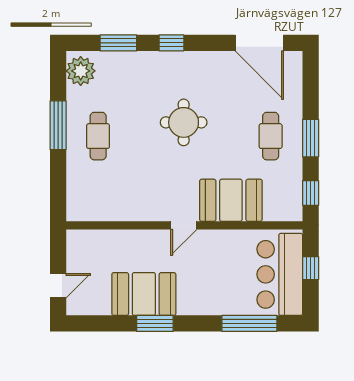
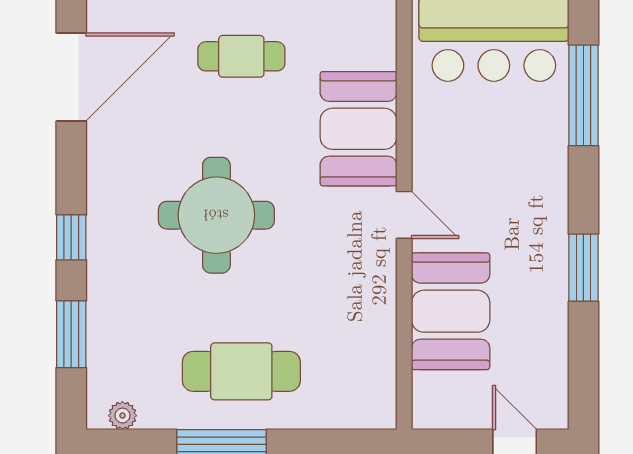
plant: (81, 71) -> (122, 416), width x0.53, depth x0.53
round table: (184, 122) -> (216, 215), width x1.36, depth x1.36
cafe table: (98, 136) -> (241, 371), width x1.37, depth x1.35
booth: (144, 294) -> (451, 311), moved

